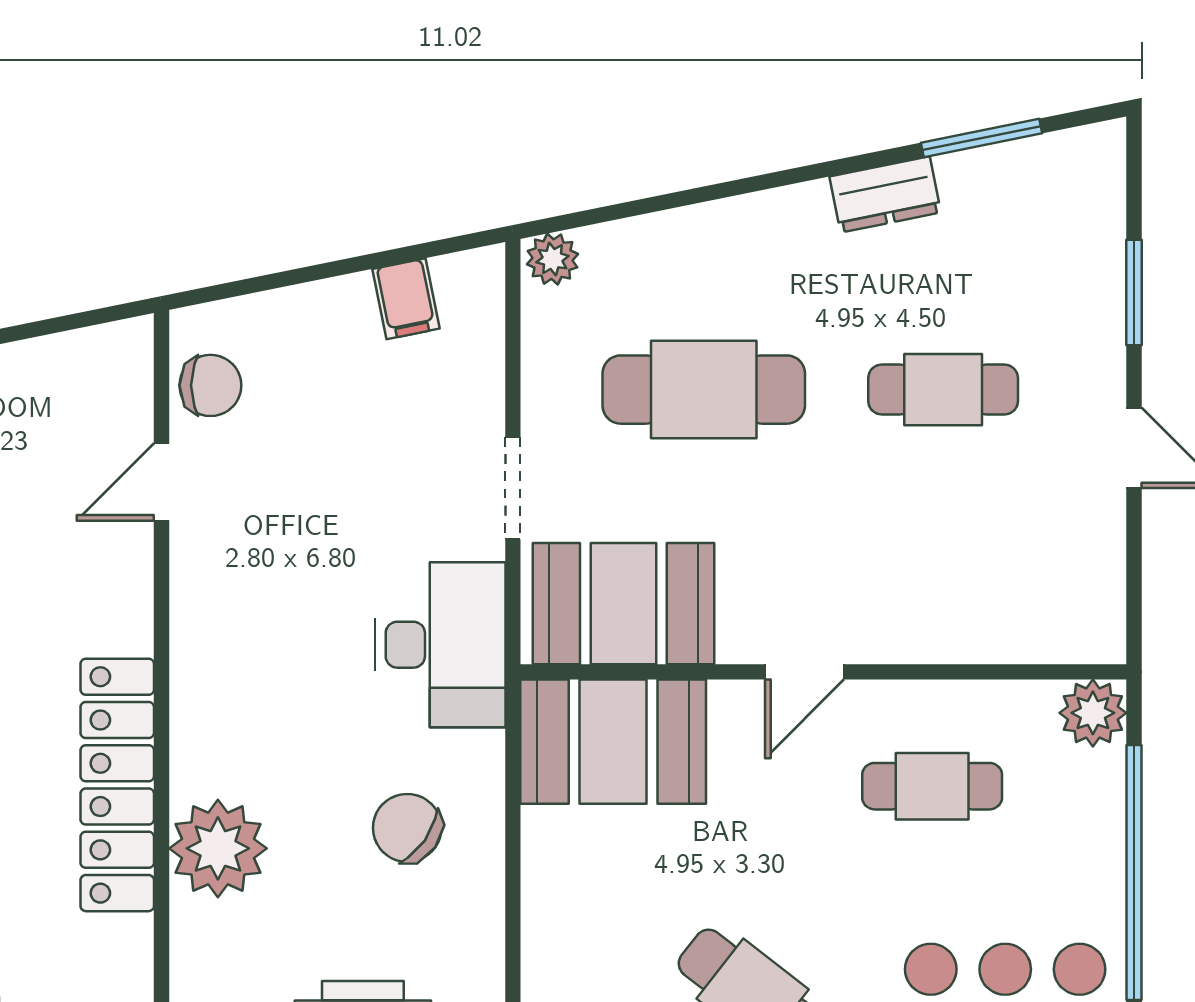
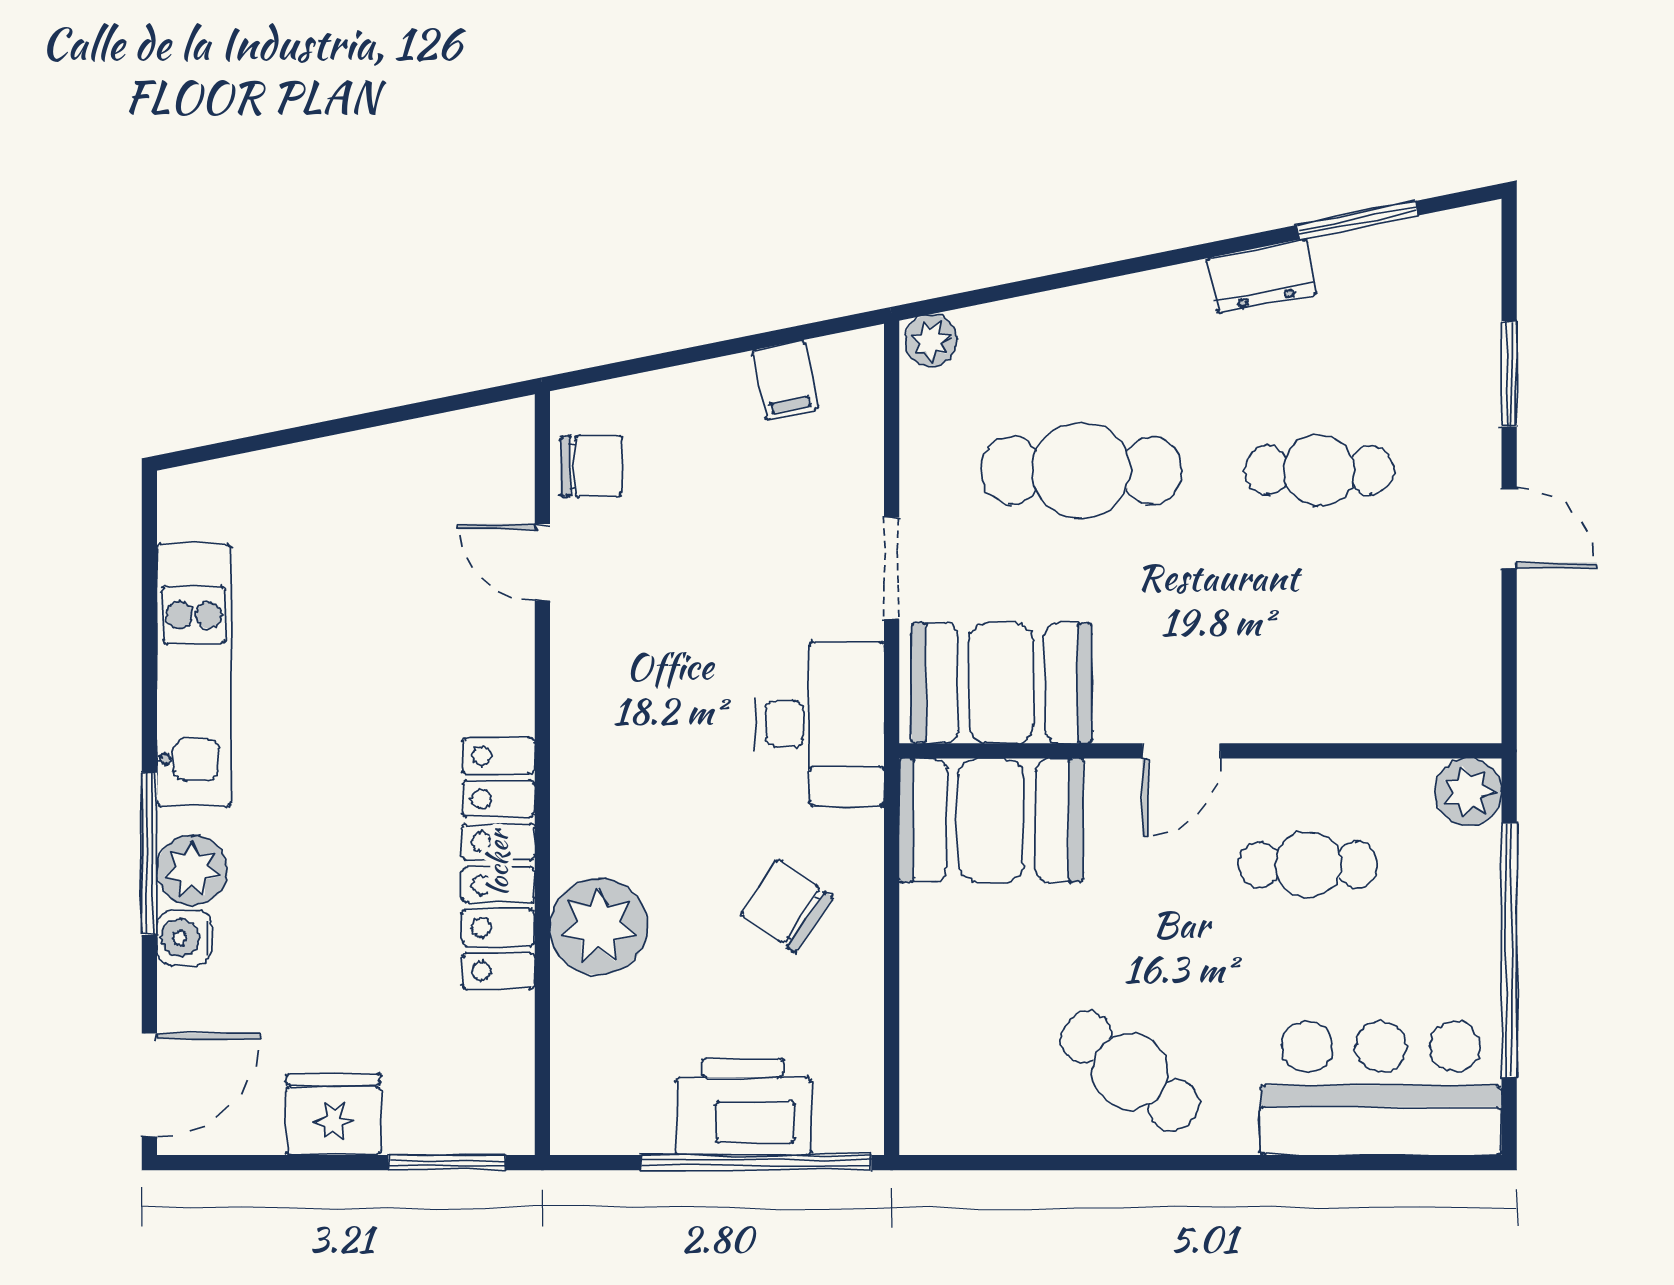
door: (161, 482) -> (542, 562), hinge flipped

